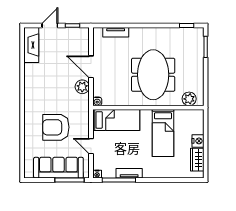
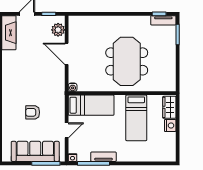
tv unit: (116, 32) -> (163, 20), moved
plant: (82, 87) -> (58, 30), moved
plant: (189, 99) -> (162, 85), removed
armchair: (56, 127) -> (33, 112), width x0.53, depth x0.53
door: (91, 146) -> (67, 130), swing flipped
wardrobe: (197, 160) -> (169, 107), moved

